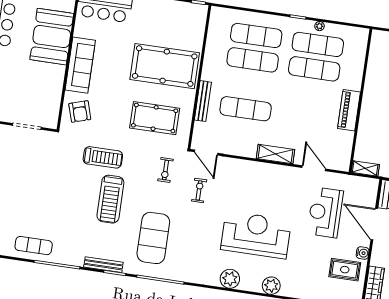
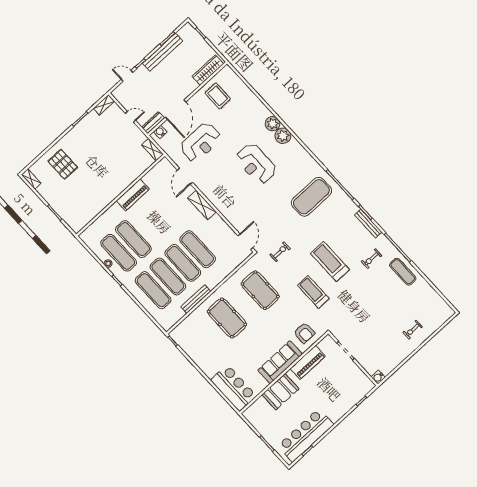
booth: (52, 37) -> (280, 392), width x0.73, depth x0.70
pool table: (165, 66) -> (227, 318), width x0.73, depth x0.76
exercise mat: (249, 84) -> (183, 263), added
piano: (54, 86) -> (308, 362), added
bench: (203, 101) -> (196, 299), moved
armchair: (80, 112) -> (304, 333), turned 107
exercise bike: (199, 190) -> (372, 259), moved
treadmill: (110, 199) -> (330, 262), turned -90
reception desk: (256, 235) -> (256, 164), width x0.74, depth x0.77
exercise mat: (153, 238) -> (311, 197), moved
water cooler: (363, 253) -> (160, 132), moved
plant: (230, 279) -> (283, 136), moved

